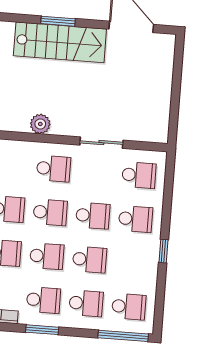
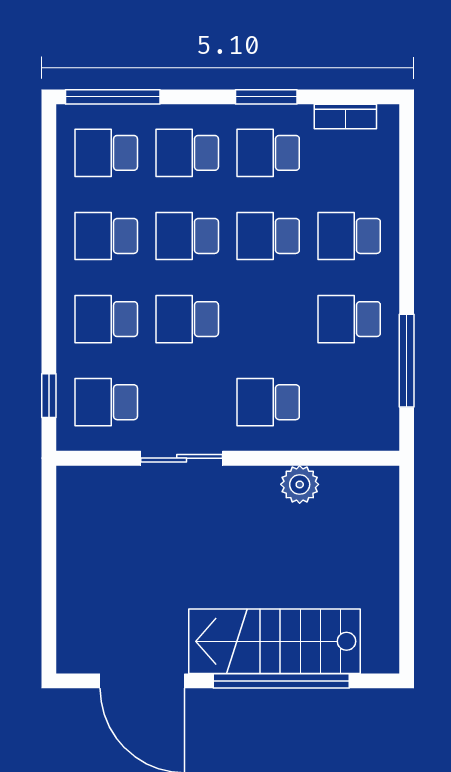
window: (58, 21) -> (281, 681), width x2.11
school desk: (50, 212) -> (106, 236), moved
window: (163, 251) -> (49, 396), moved

